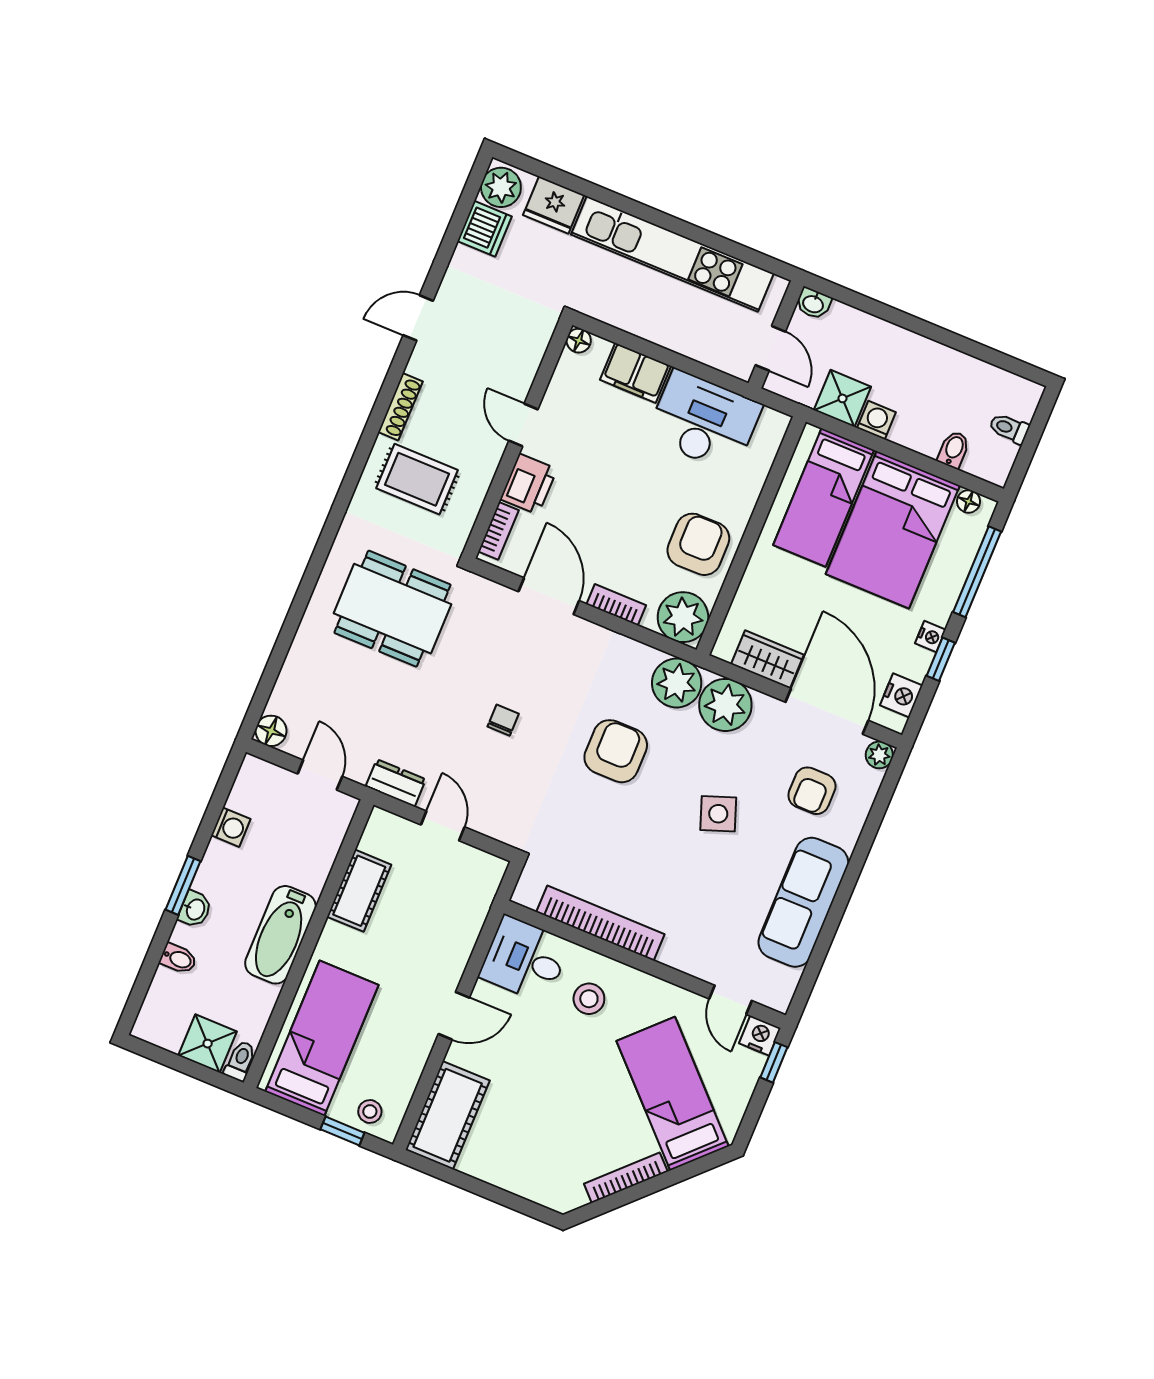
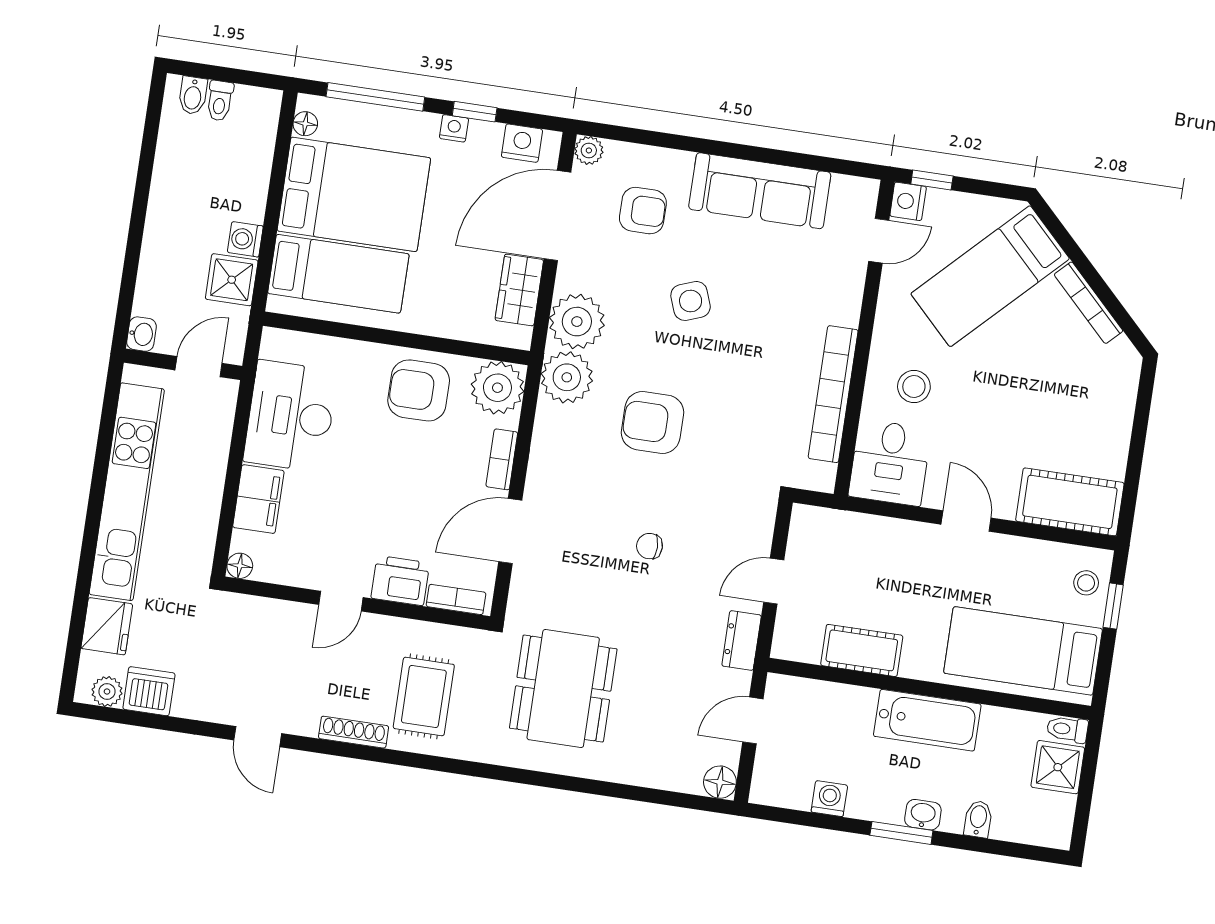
plant: (501, 187) -> (107, 691), width x0.73, depth x0.73
bidet: (954, 450) -> (193, 95), moved, turned -90

